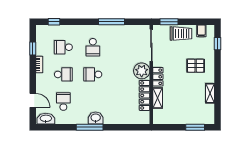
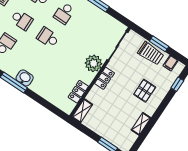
window: (169, 22) -> (159, 44), moved
pallet: (196, 66) -> (145, 91), turned 90
locker: (145, 95) -> (78, 92), width x0.66
shelving: (158, 98) -> (82, 111), moved

